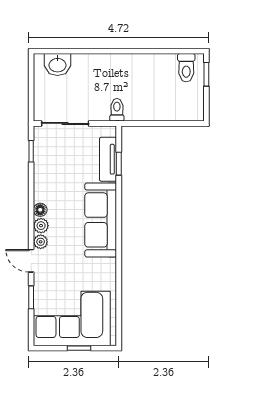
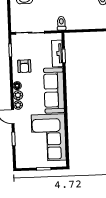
armchair: (53, 178) -> (24, 66), added
corner sofa: (72, 318) -> (49, 137), moved, turned -90

